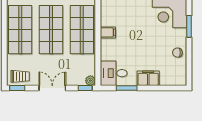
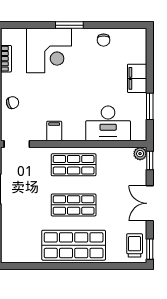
shop shelf: (51, 30) -> (74, 205), width x0.70, depth x0.74
shop shelf: (82, 30) -> (74, 165), width x0.70, depth x0.74
filing cabinet: (108, 32) -> (54, 131), moved
desk: (114, 73) -> (108, 123), moved, width x1.37

